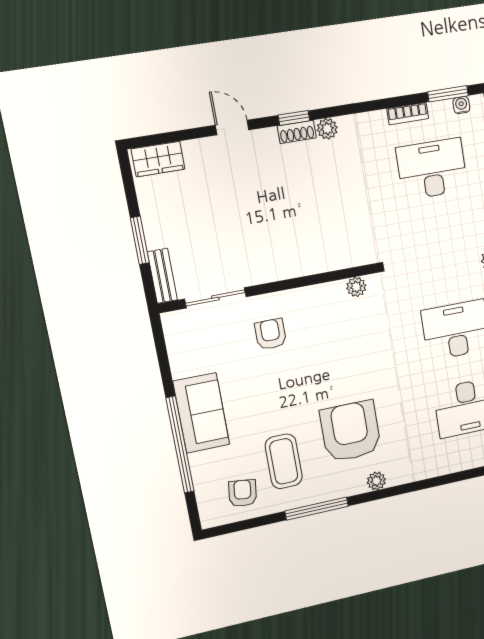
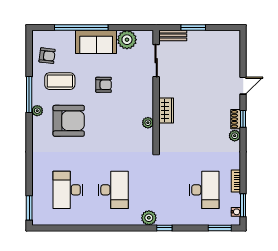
wardrobe: (158, 159) -> (166, 110), moved, turned 180
plant: (356, 287) -> (148, 123), moved
armchair: (271, 334) -> (104, 85), moved
plant: (187, 358) -> (127, 40), added
plant: (376, 481) -> (37, 111), moved

